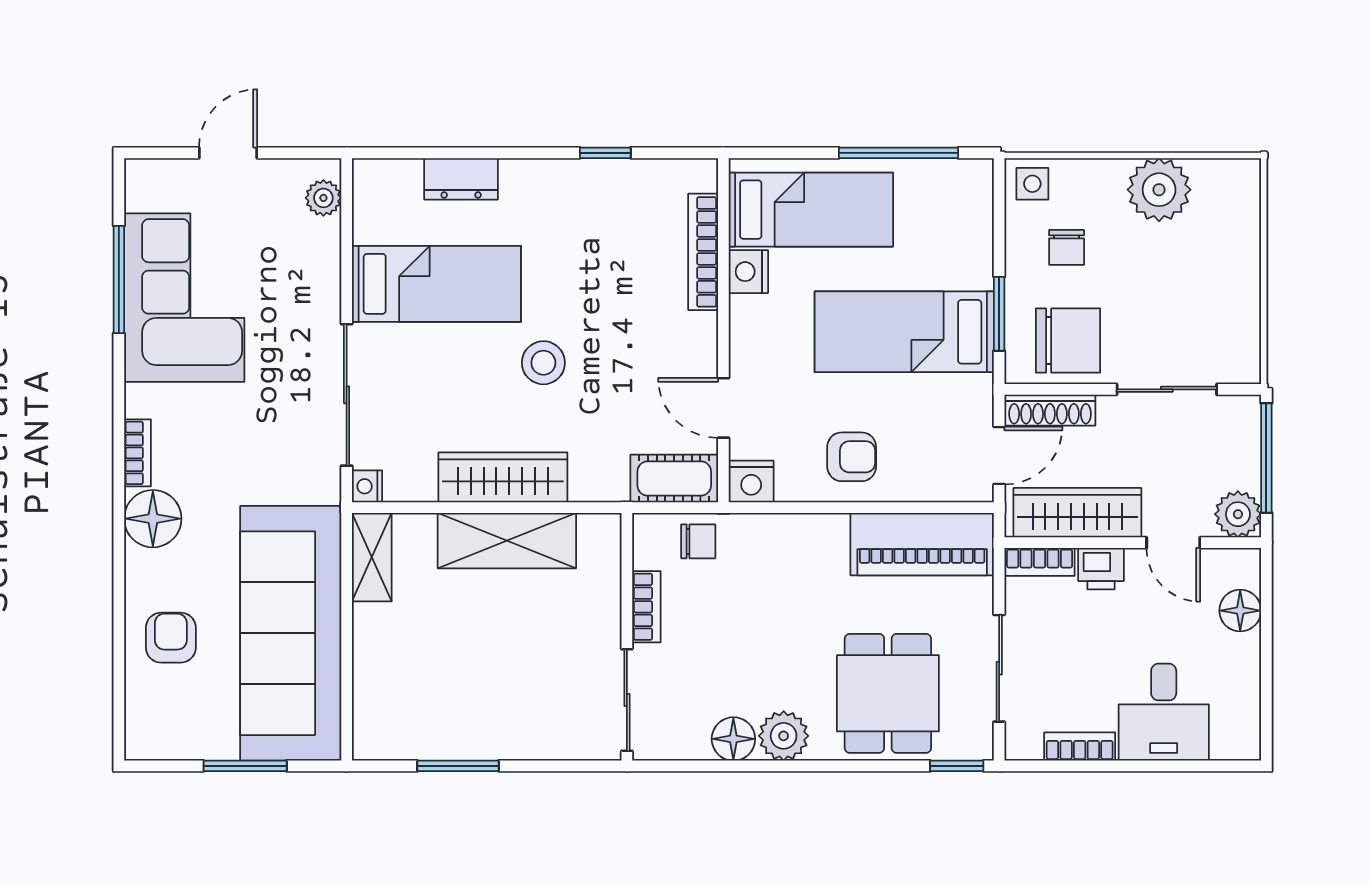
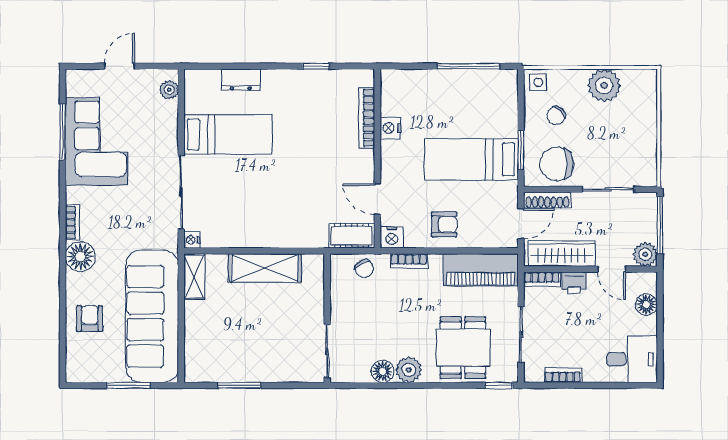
bed: (811, 210) -> (423, 96), removed
chair: (1067, 247) -> (556, 115), turned 43
chair: (1068, 341) -> (557, 164), turned 180
stool: (543, 363) -> (284, 175), removed
wardrobe: (503, 477) -> (263, 235), removed
chair: (698, 541) -> (364, 268), turned 62
bookcase: (646, 607) -> (409, 261), moved, turned 90
desk: (1164, 712) -> (632, 359), moved, turned -90

